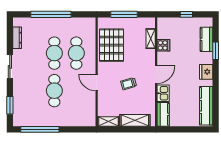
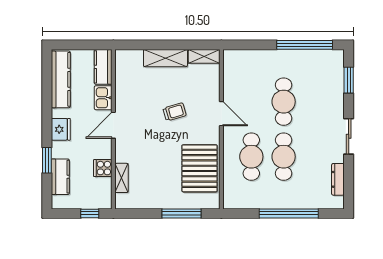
shelving: (151, 39) -> (122, 178), moved
cooker: (163, 45) -> (103, 168), moved
wall: (156, 72) -> (113, 129), moved
door: (156, 75) -> (113, 125), moved
kitchen sink: (163, 93) -> (103, 98), moved
kitchen counter: (163, 114) -> (103, 67), moved

